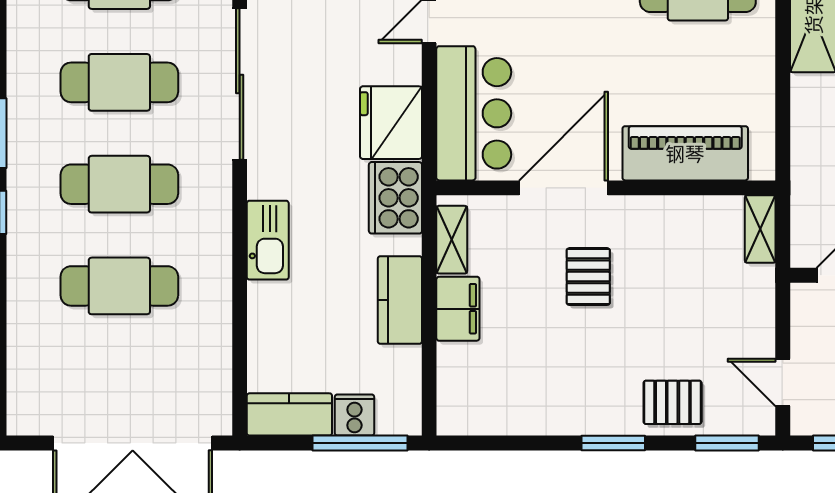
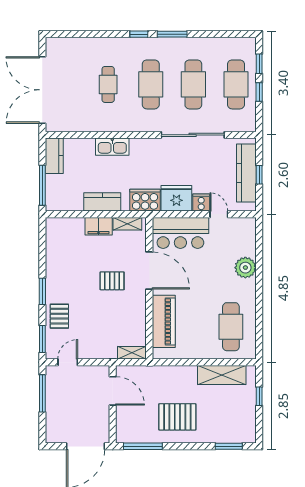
kitchen sink: (268, 240) -> (112, 147), moved
cafe table: (119, 286) -> (108, 84), width x0.73, depth x0.74
cooker: (354, 415) -> (201, 203), moved, turned -90

